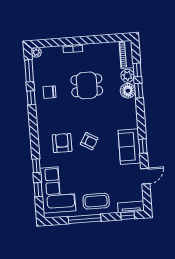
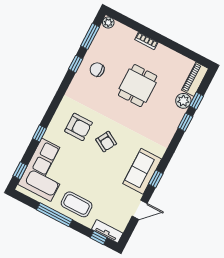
dining table: (87, 85) -> (138, 86), turned 90
floor lamp: (128, 91) -> (175, 116), removed
armchair: (62, 143) -> (79, 127), turned 90
window: (38, 190) -> (20, 171), moved

